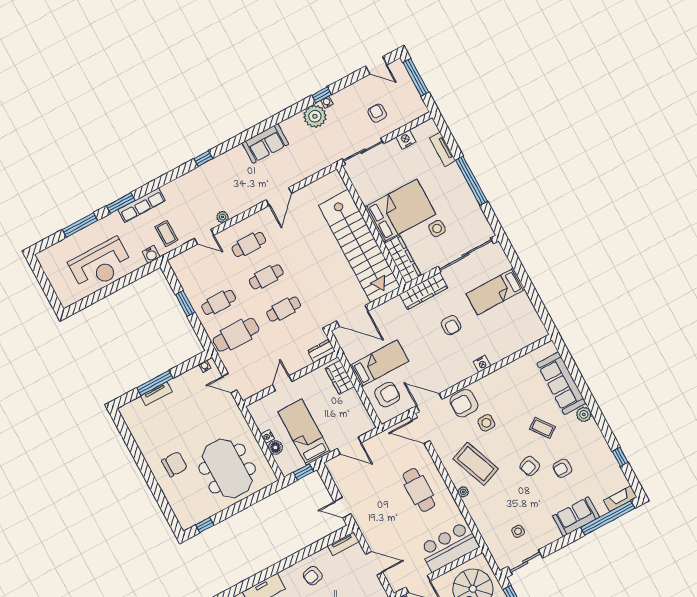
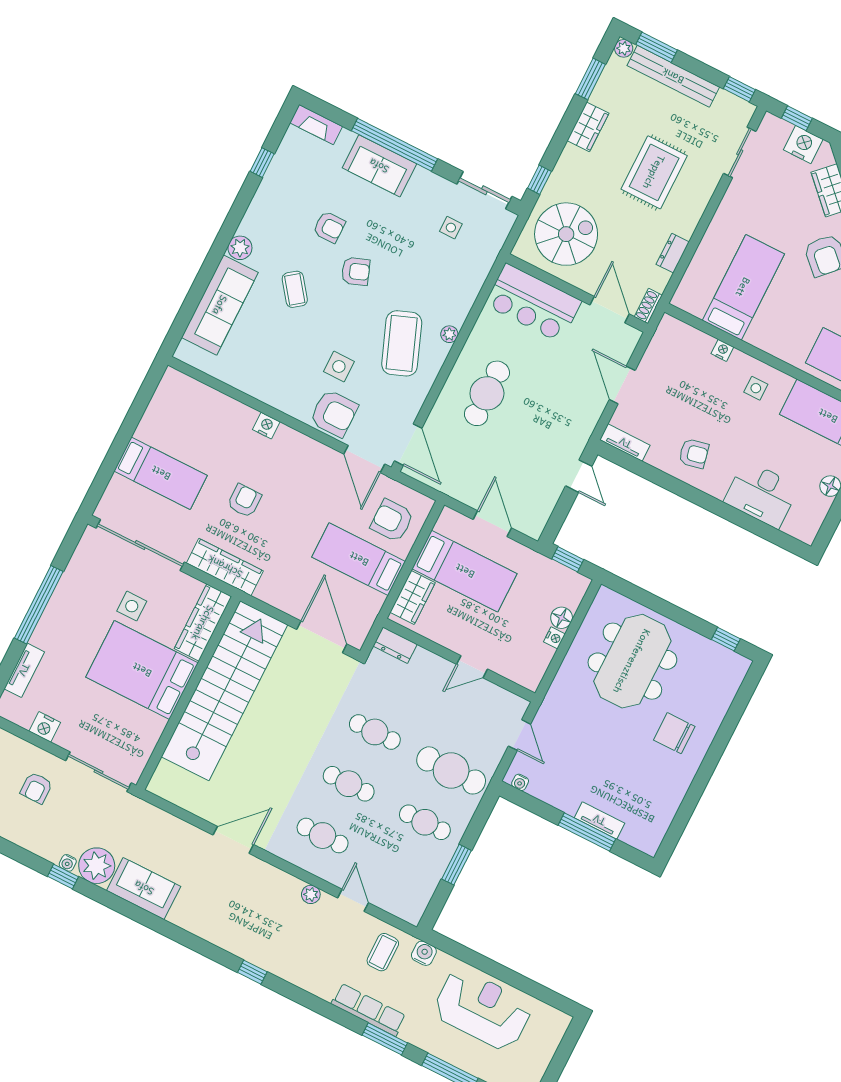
sofa: (265, 144) -> (144, 888), moved
bed: (304, 432) -> (465, 571), moved, turned -90
window: (608, 518) -> (394, 145), moved

